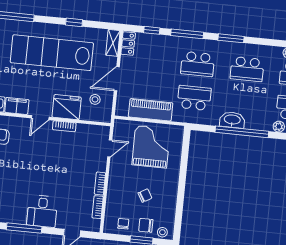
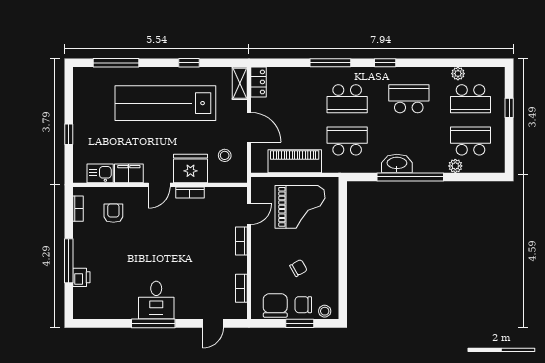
window: (152, 30) -> (286, 63), removed
window: (231, 38) -> (385, 63), width x0.67
school desk: (247, 69) -> (409, 99), turned 180
door: (117, 79) -> (249, 127), swing flipped
grand piano: (151, 147) -> (300, 207), turned 90
bookcase: (100, 183) -> (241, 241), moved
desk: (42, 211) -> (156, 300), moved
chair: (123, 224) -> (275, 306), width x1.87, depth x1.87

